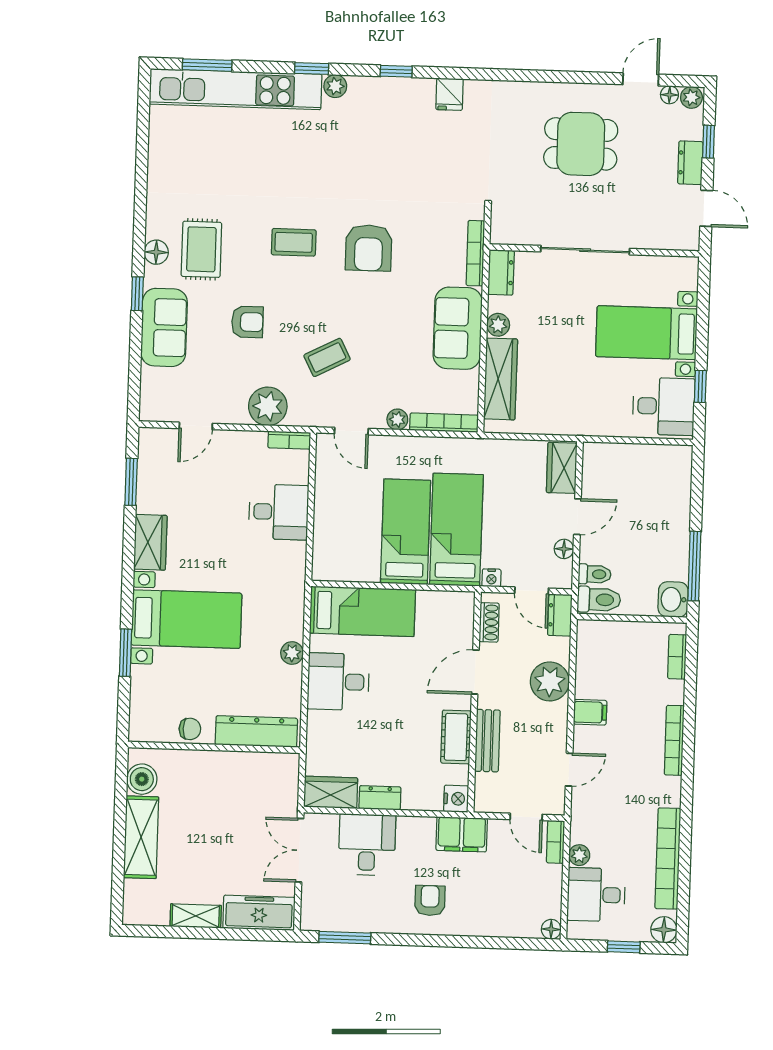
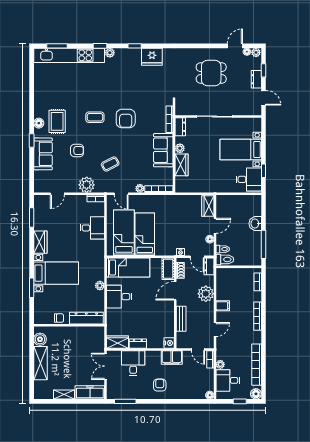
fridge: (450, 94) -> (152, 57), width x1.88, depth x1.34
wardrobe: (501, 379) -> (182, 165), width x0.67
bed: (456, 530) -> (124, 233), moved
washbasin: (673, 599) -> (255, 224), moved
cot: (456, 737) -> (168, 269), moved

